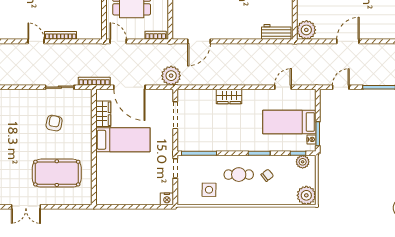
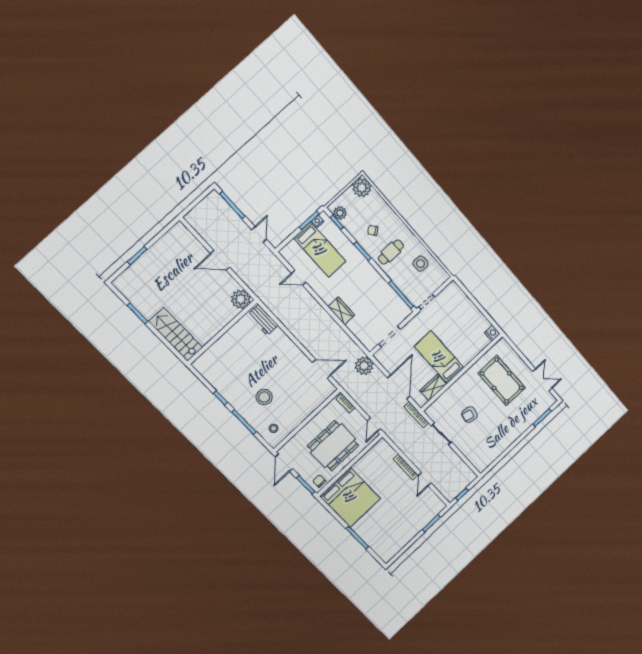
door: (341, 87) -> (259, 234), swing flipped
cafe table: (239, 175) -> (391, 252), turned 90
nightstand: (167, 199) -> (492, 333), moved

